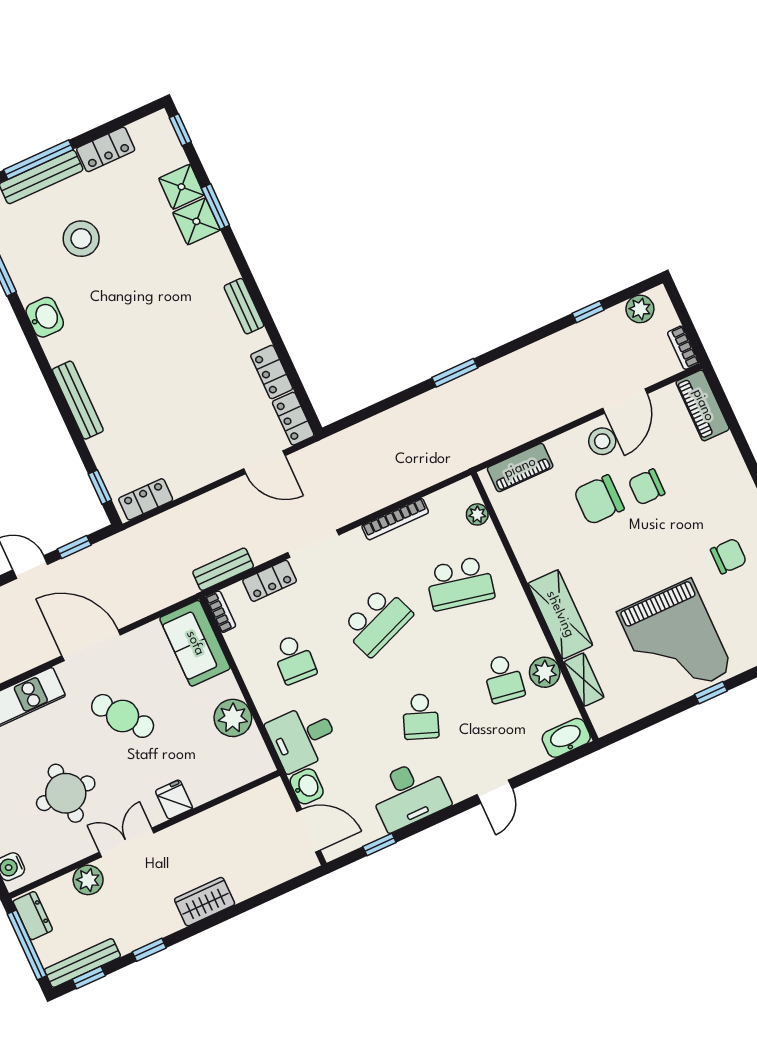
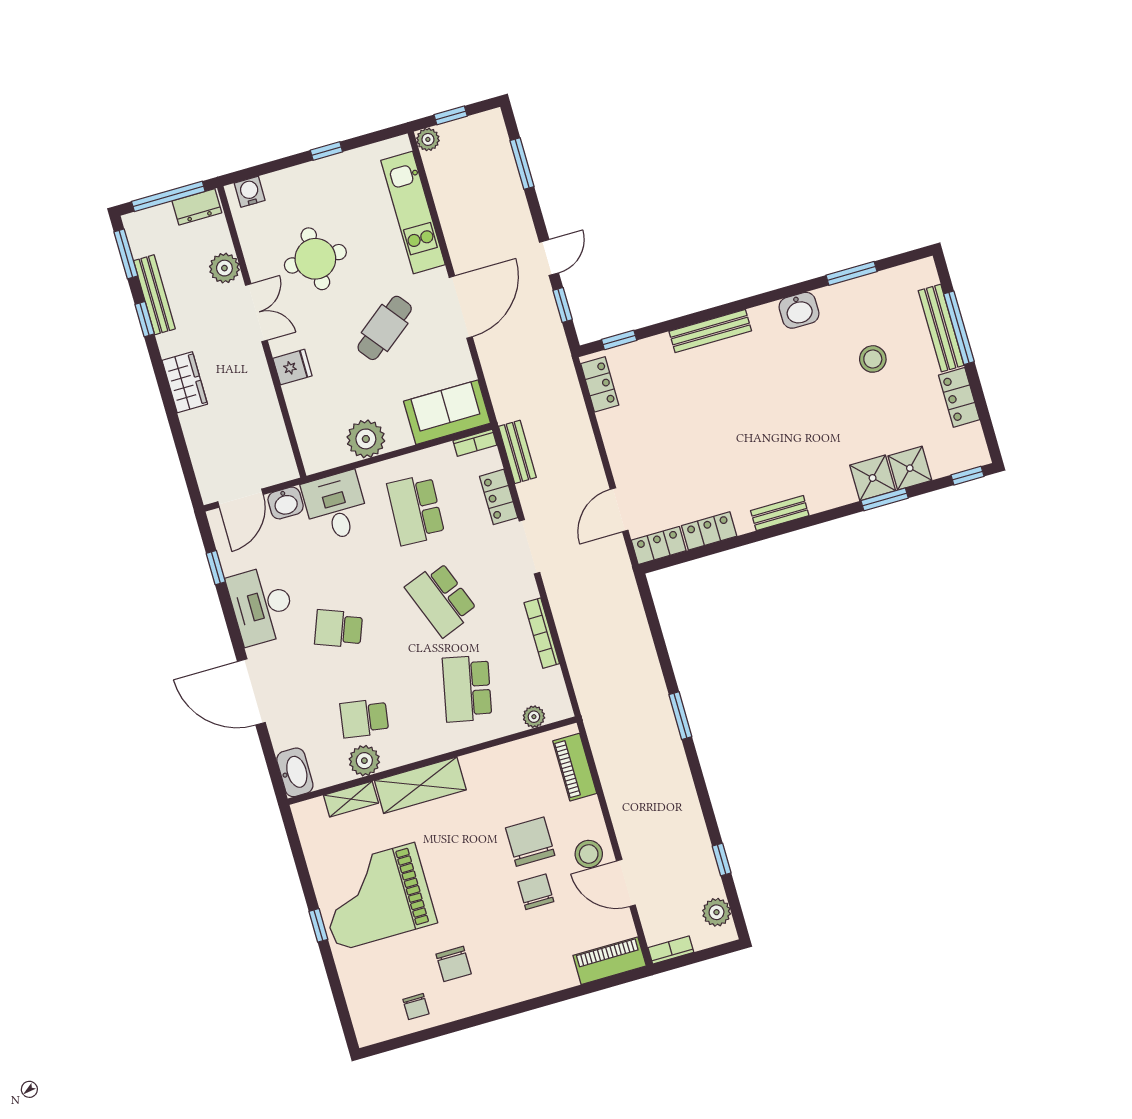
stool: (81, 239) -> (873, 359), width x0.73, depth x0.73
school desk: (294, 659) -> (416, 510), width x1.85
door: (495, 792) -> (251, 692), width x1.87
bench: (82, 963) -> (154, 295), moved
window: (89, 978) -> (126, 254), width x1.50

